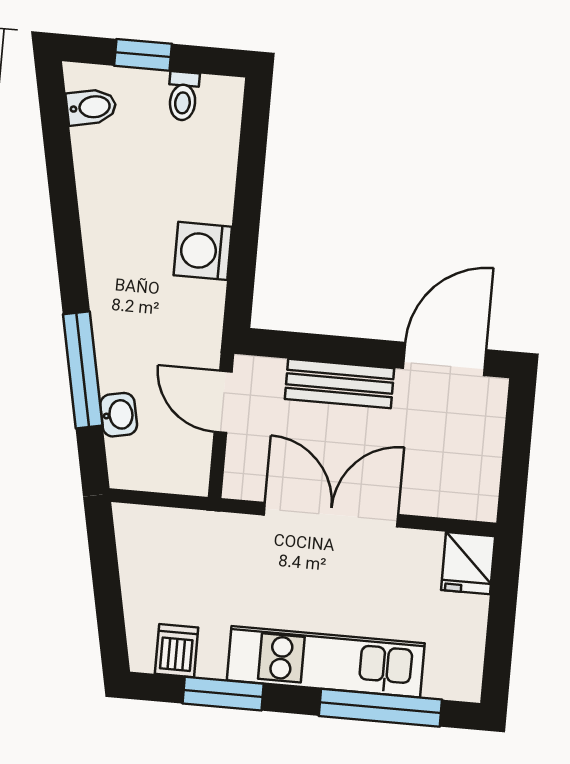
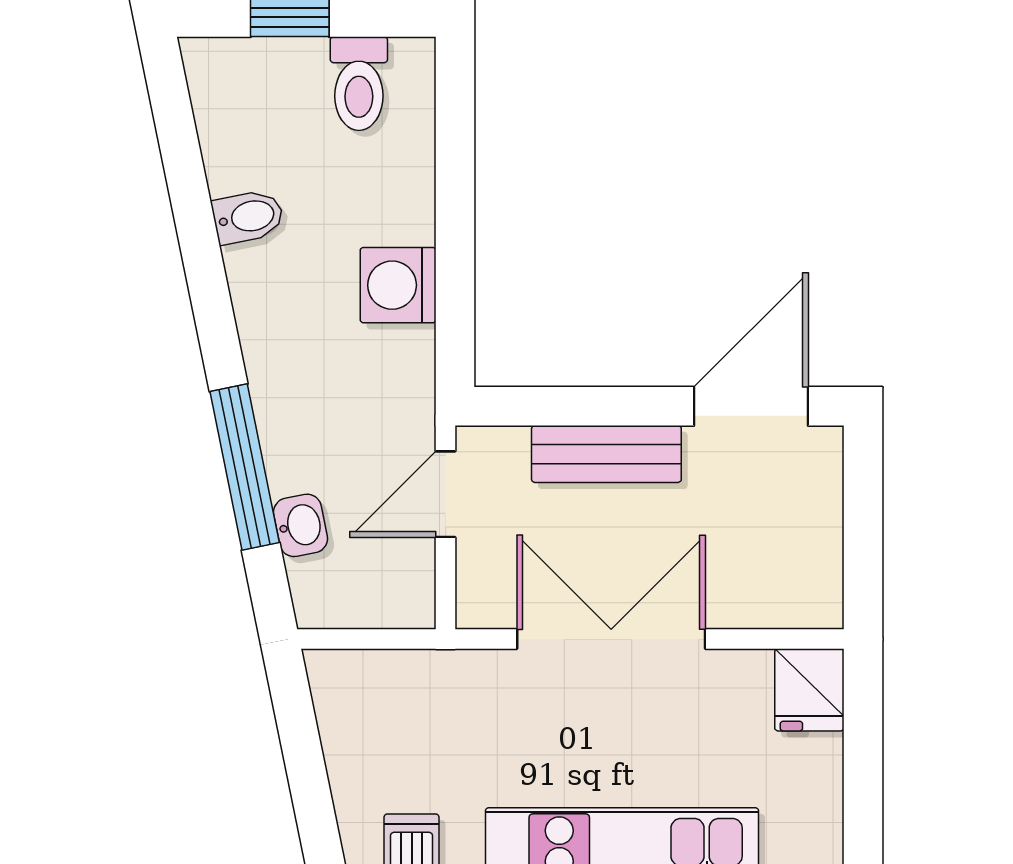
toilet: (183, 96) -> (359, 84), width x1.37, depth x1.39
bidet: (91, 107) -> (248, 217), moved
door: (223, 402) -> (446, 494), hinge flipped

